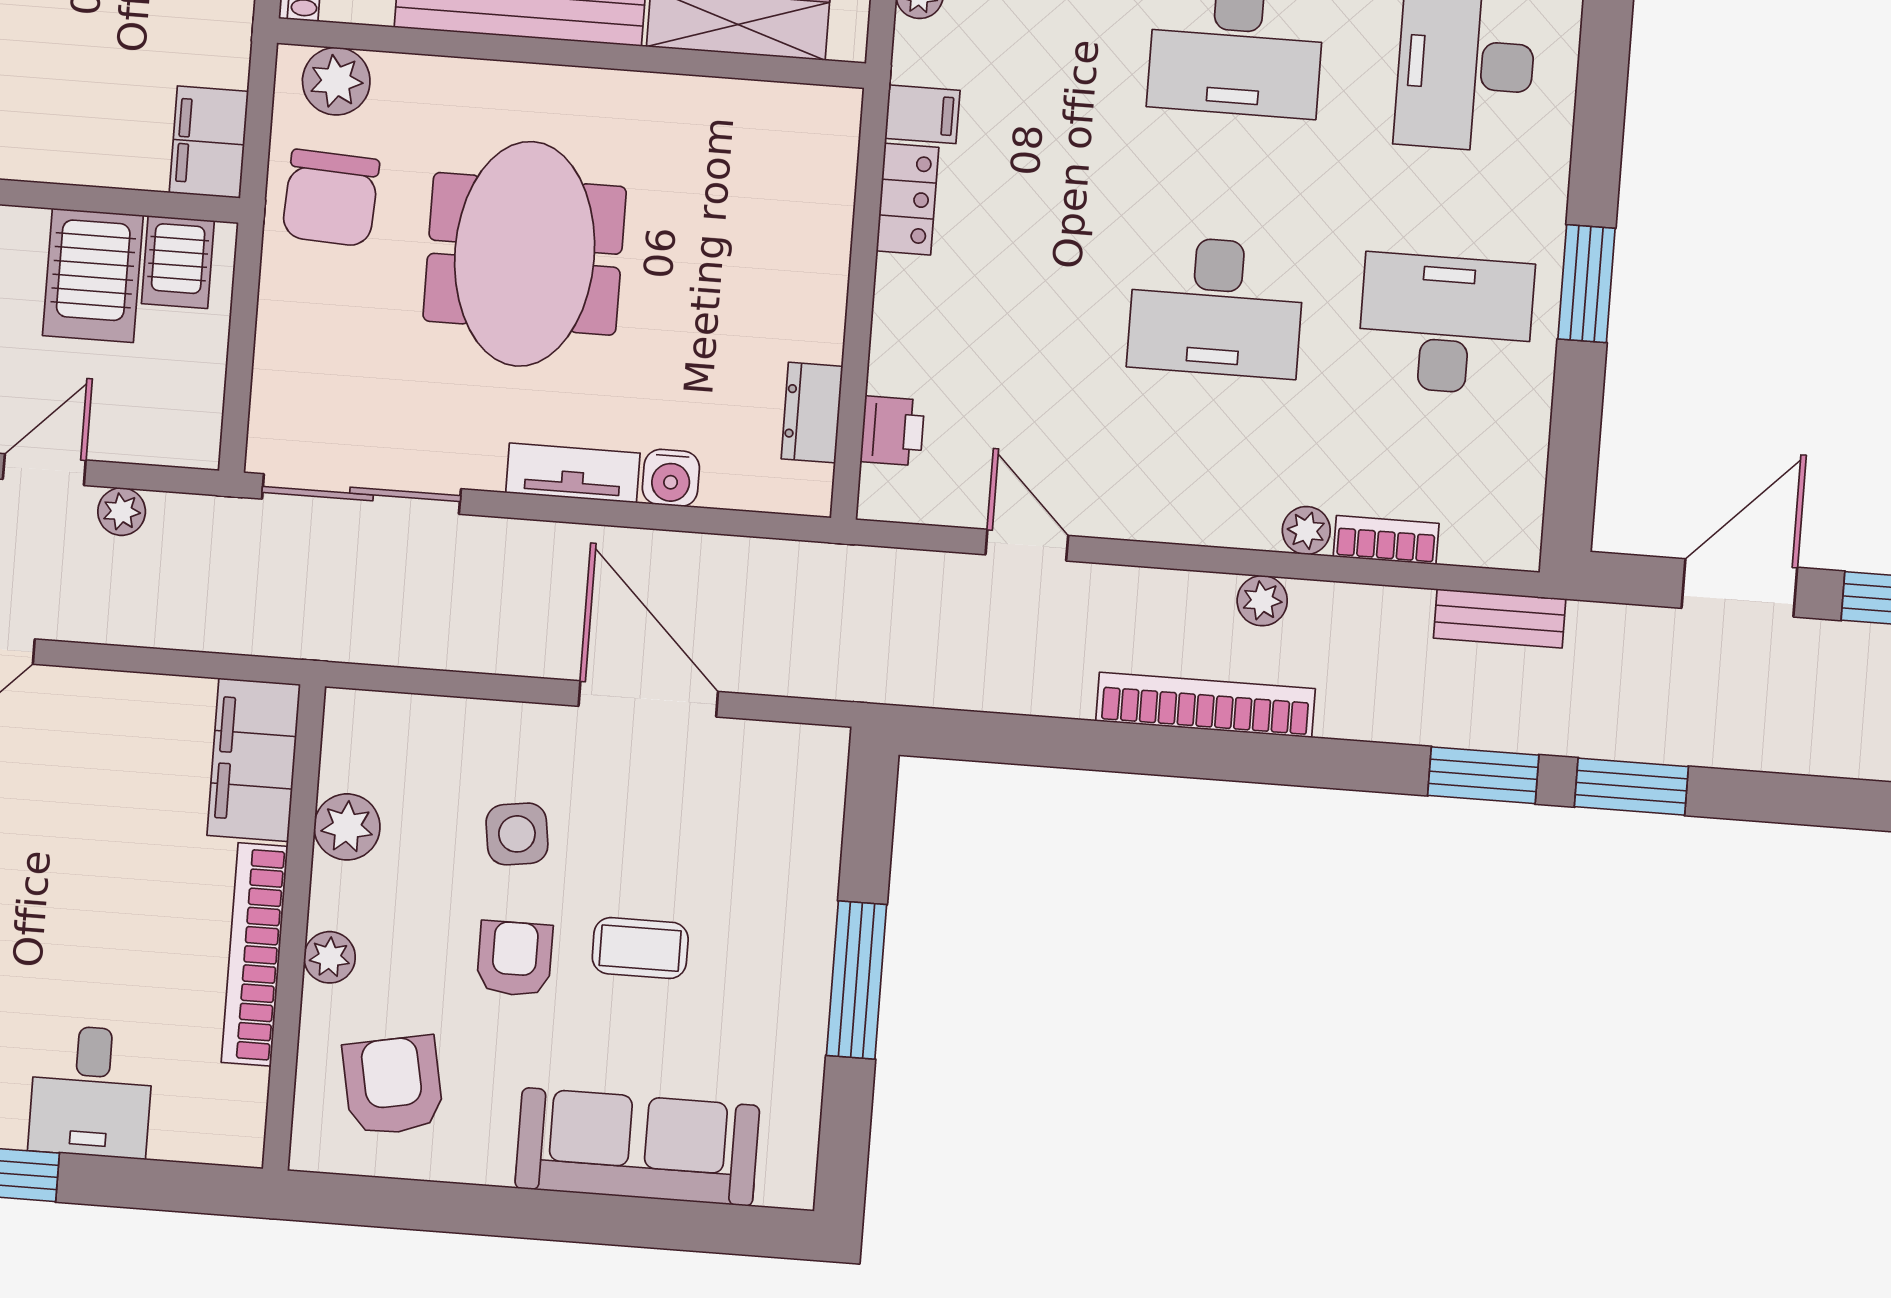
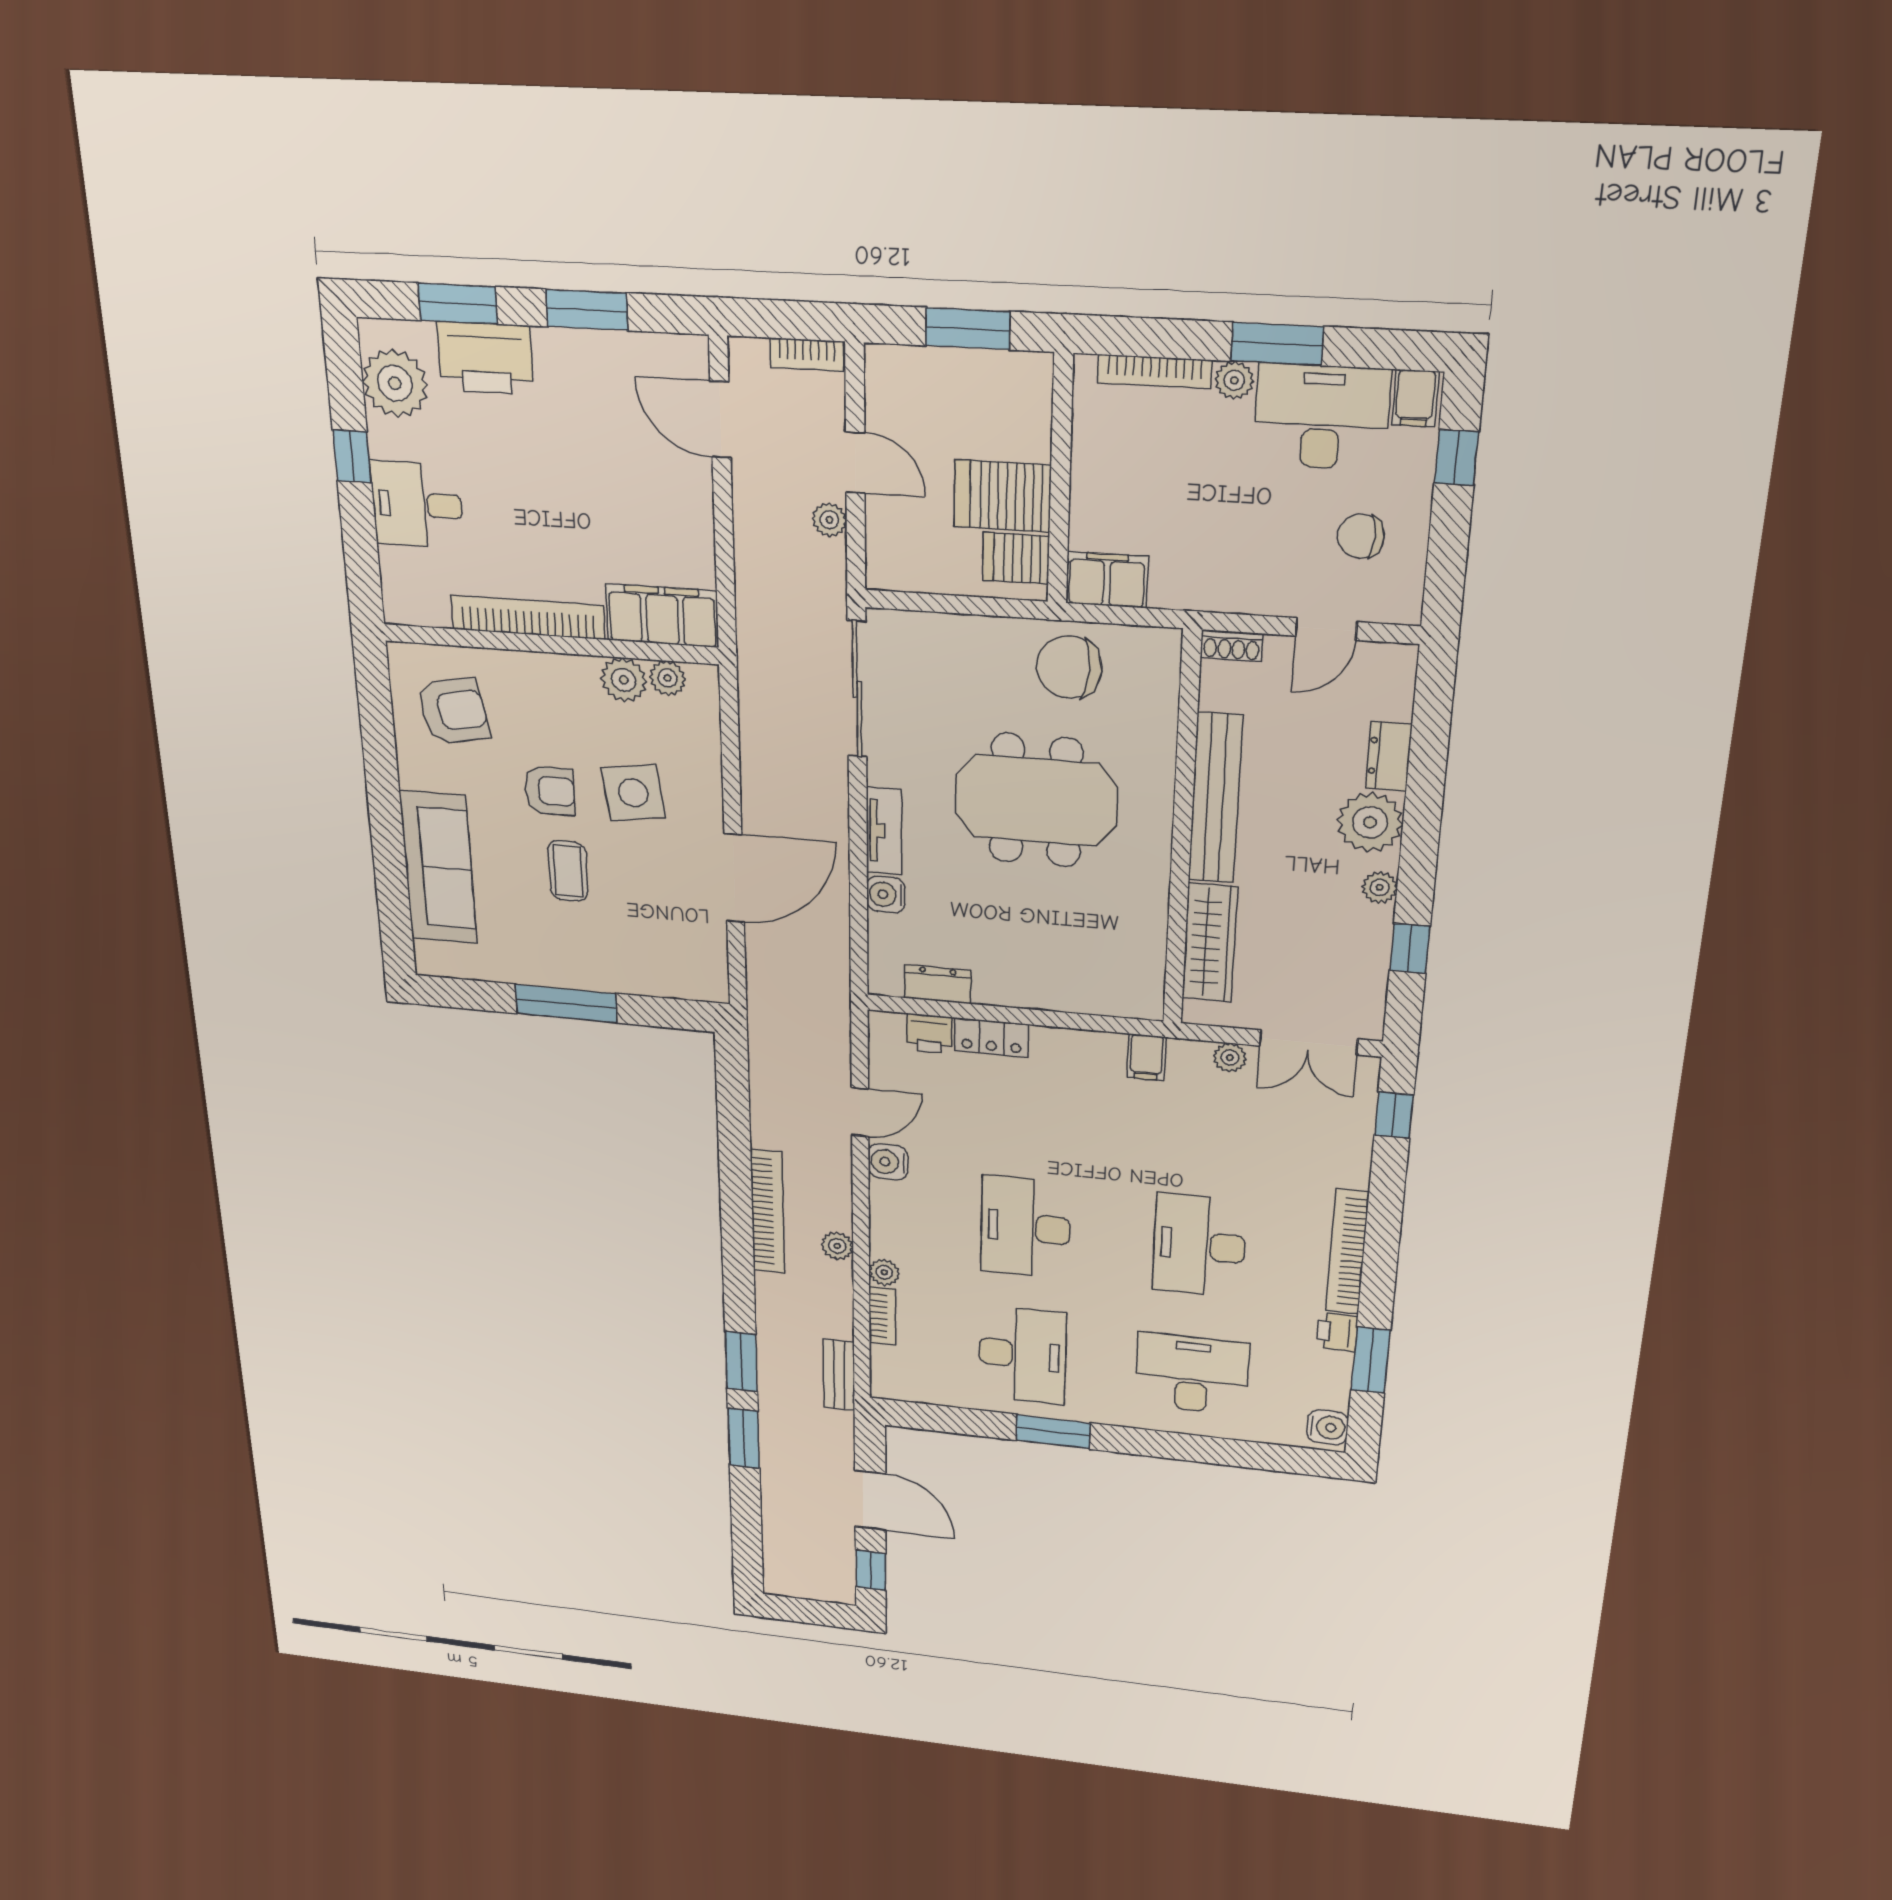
plant: (336, 81) -> (1156, 671), removed
locker: (907, 199) -> (991, 1038), moved
water cooler: (1111, 509) -> (888, 1162), added
side table: (517, 834) -> (633, 793), width x1.37, depth x1.37
plant: (330, 957) -> (668, 678), moved

